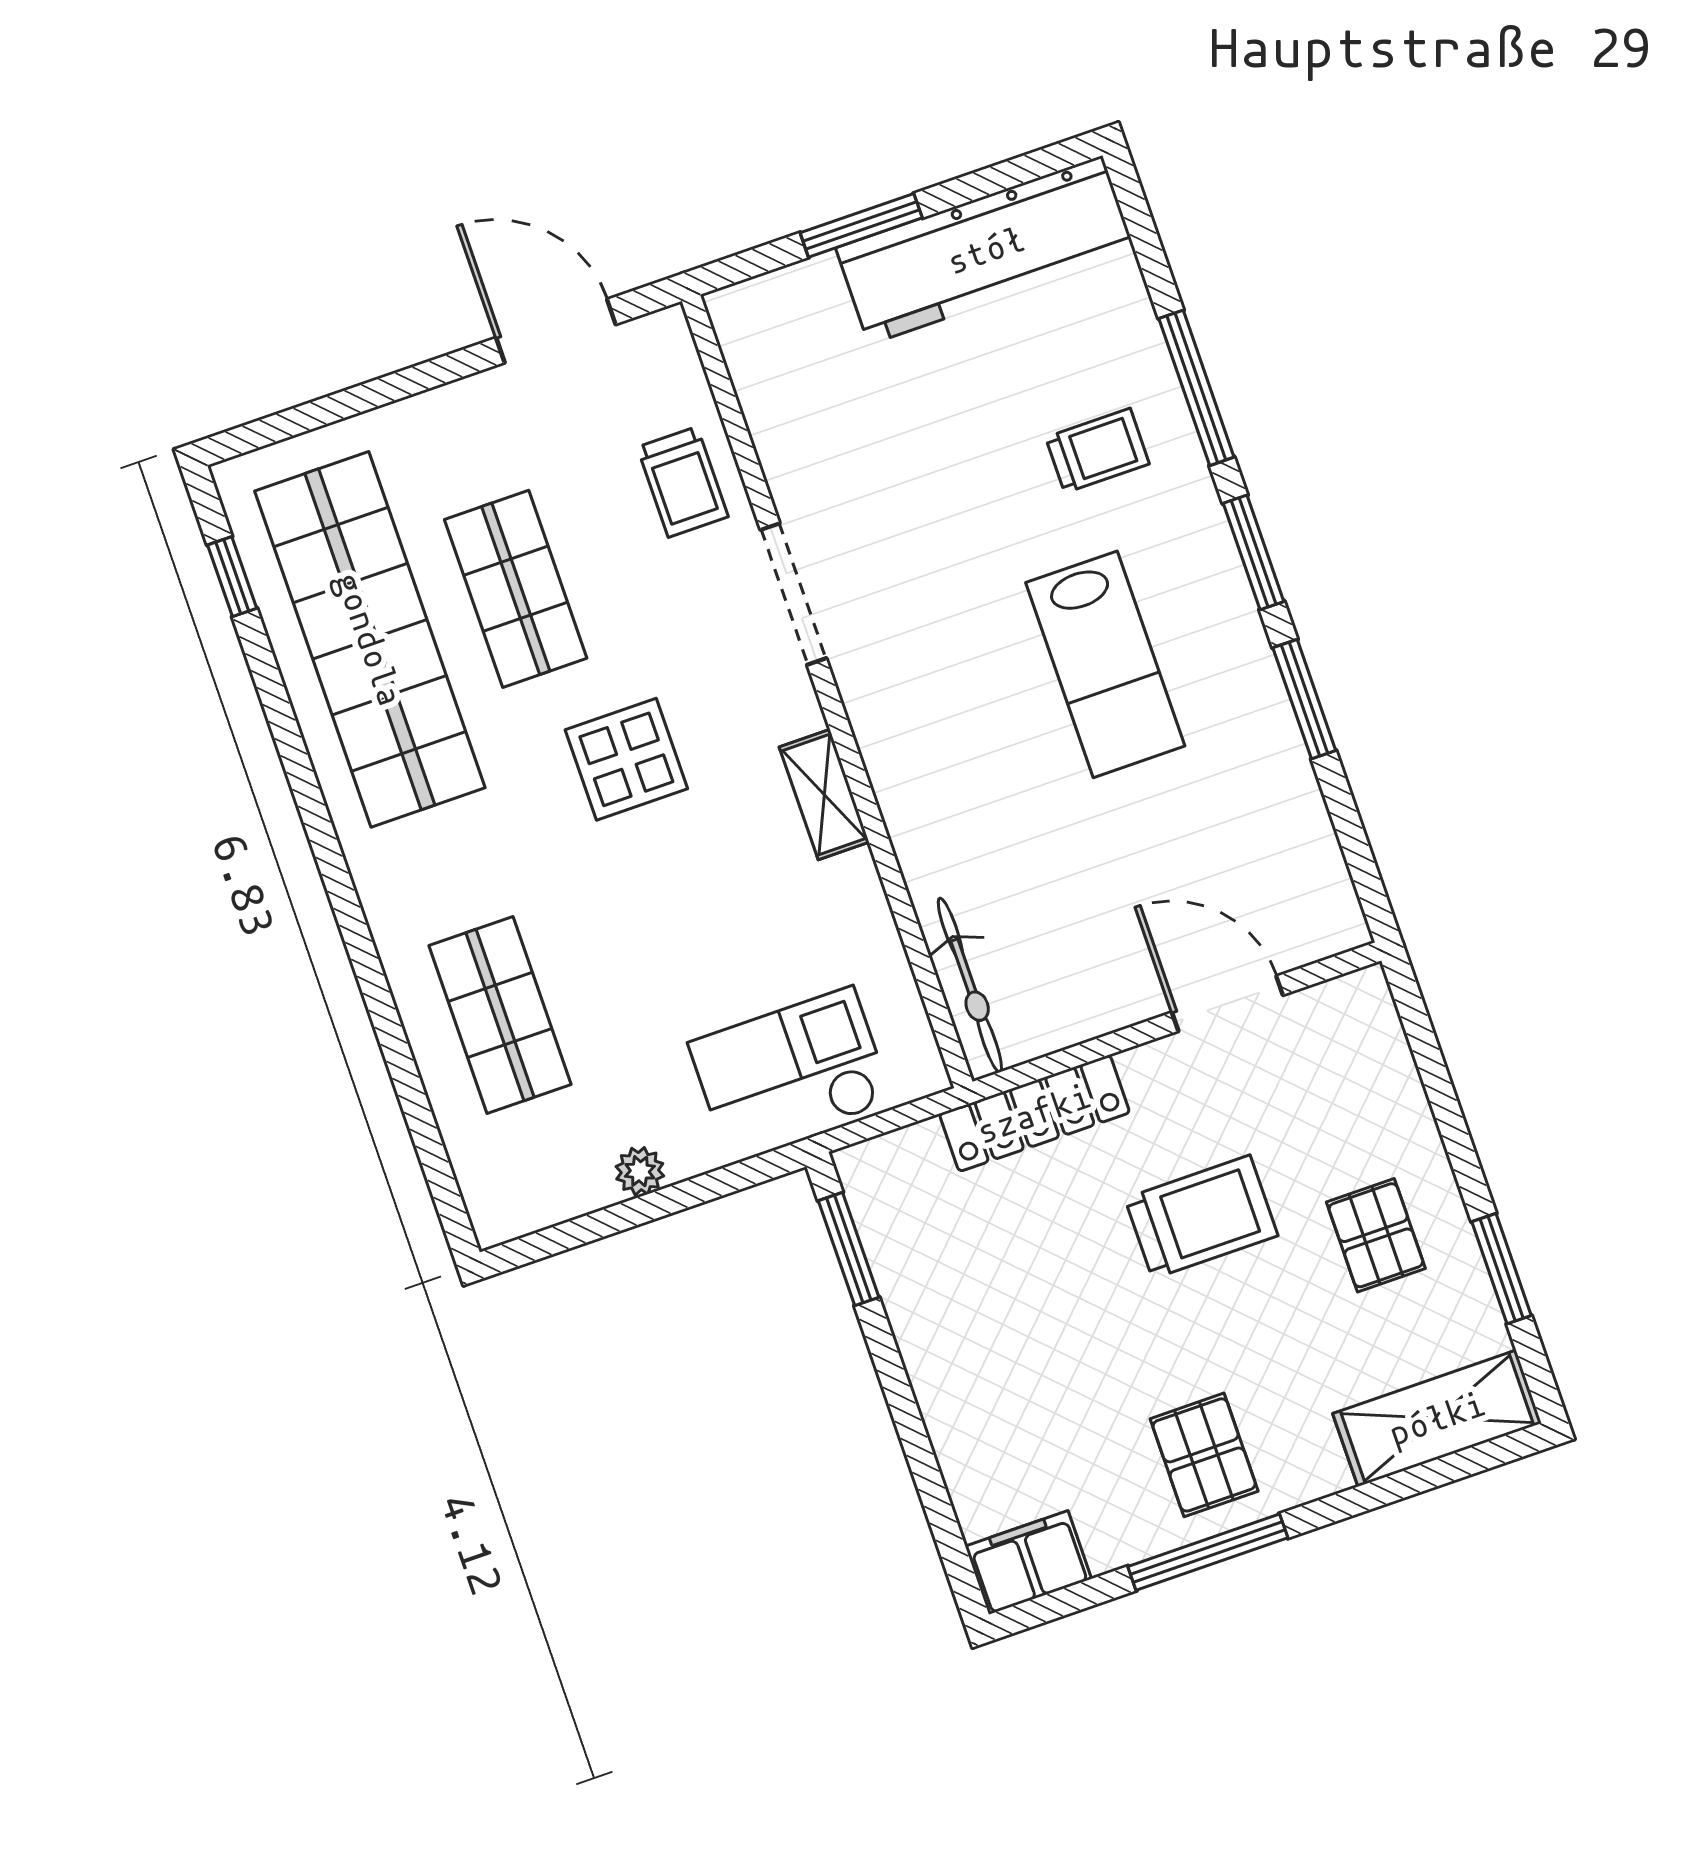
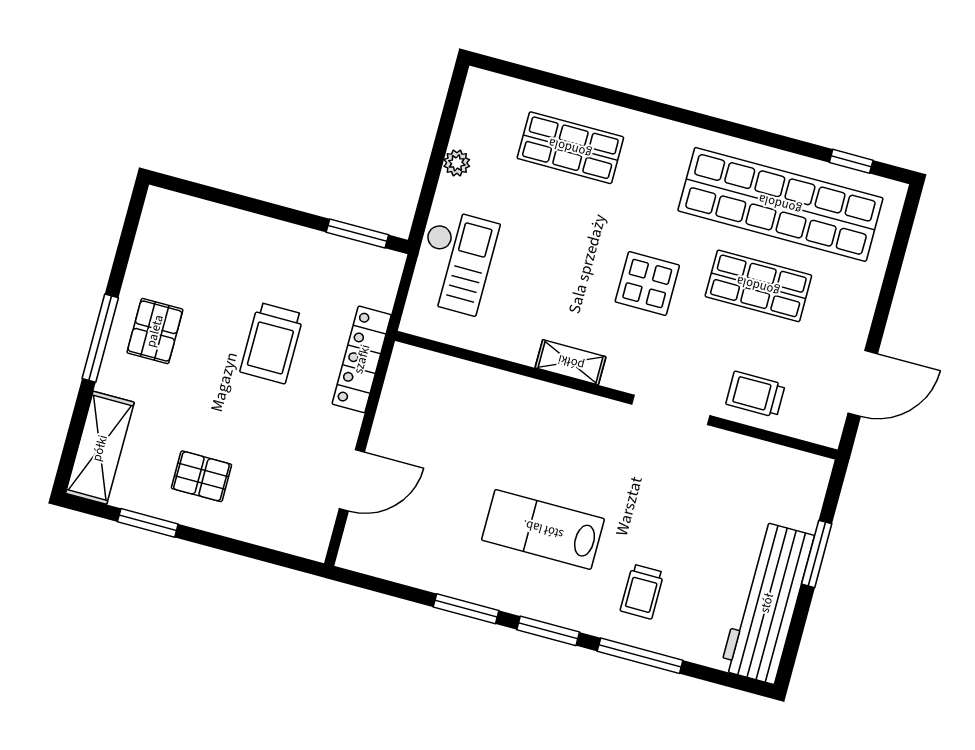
bicycle: (970, 985) -> (439, 370), removed
trolley: (1201, 1217) -> (272, 343), moved
pallet: (1204, 1455) -> (155, 331), turned 90
window: (1208, 1552) -> (100, 338), moved
filing cabinet: (1028, 1563) -> (160, 218), removed

